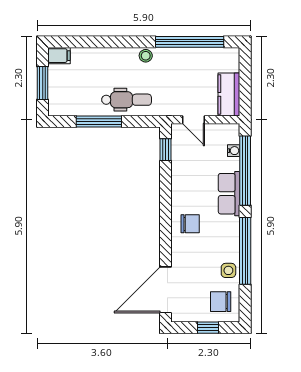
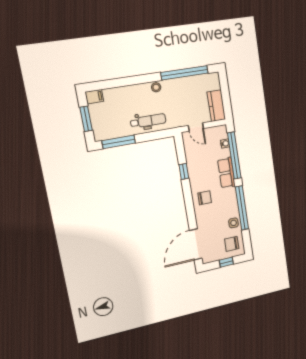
window: (99, 121) -> (119, 142), moved
window: (166, 150) -> (184, 171), moved

